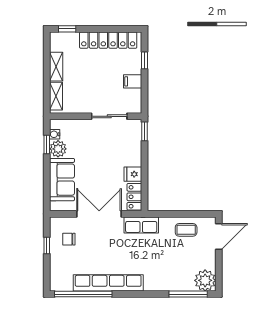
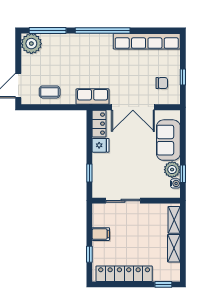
window: (144, 131) -> (89, 173), moved
row of seats: (108, 283) -> (147, 41), moved
window: (83, 294) -> (103, 30), moved

